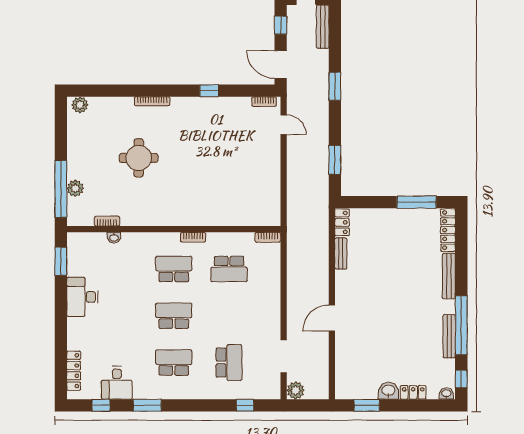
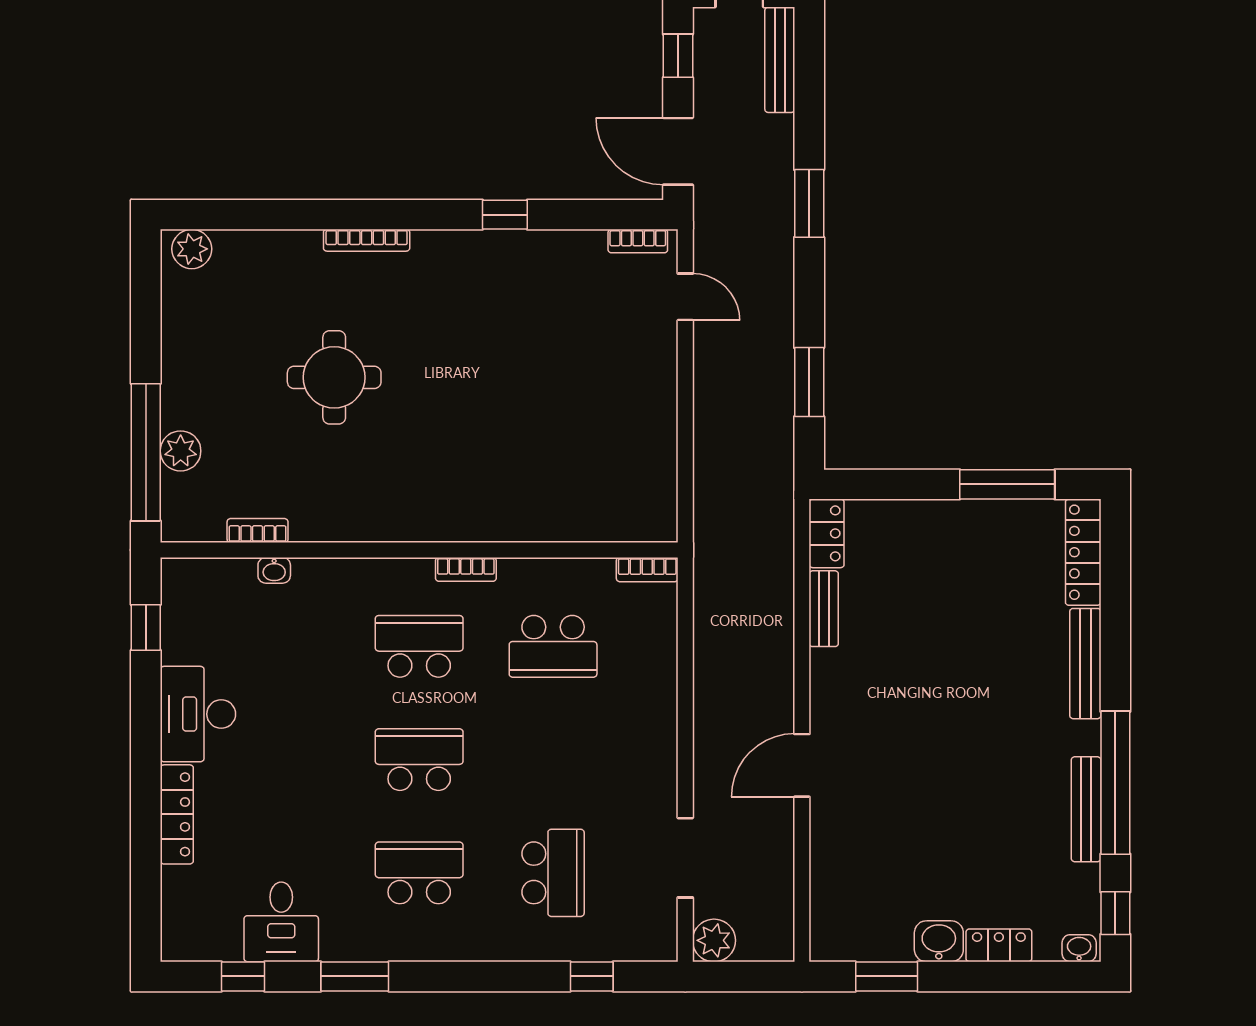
window: (61, 261) -> (146, 627), width x0.67
locker: (74, 371) -> (177, 814), moved

